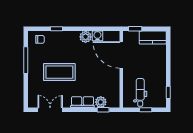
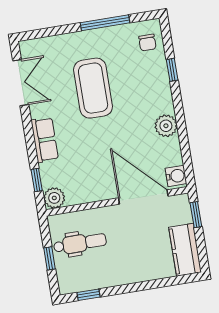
water cooler: (97, 36) -> (176, 176), moved
door: (121, 55) -> (143, 197), hinge flipped
plant: (101, 102) -> (54, 198), moved

